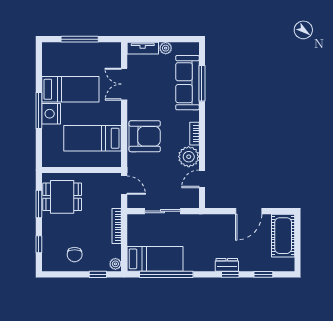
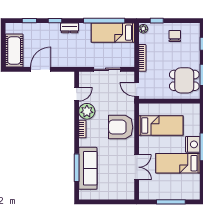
tv unit: (143, 48) -> (122, 195), removed
plant: (166, 48) -> (105, 195), removed
dresser: (227, 265) -> (70, 28), moved

